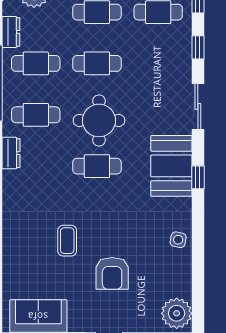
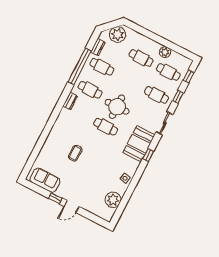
cafe table: (97, 63) -> (157, 95), moved
armchair: (112, 273) -> (88, 178), removed
plant: (177, 313) -> (113, 200), moved

